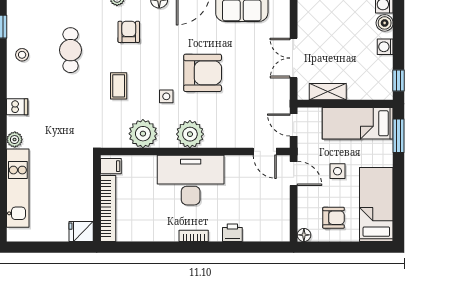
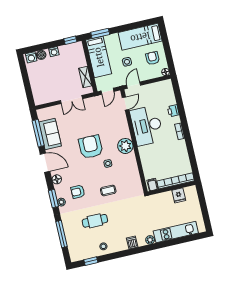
plant: (143, 134) -> (131, 171), removed
desk: (191, 180) -> (147, 126), moved
fridge: (81, 231) -> (179, 195), moved

